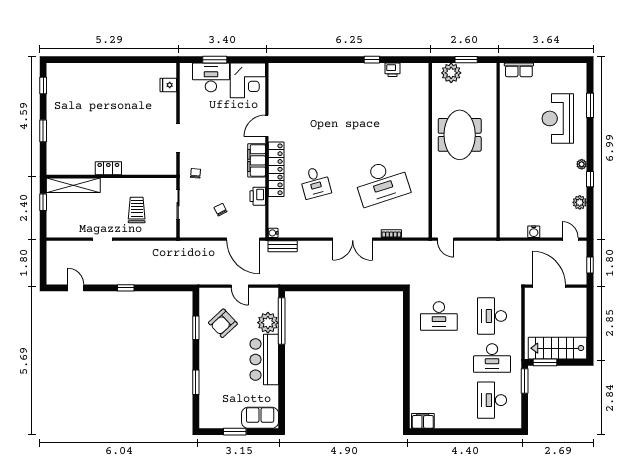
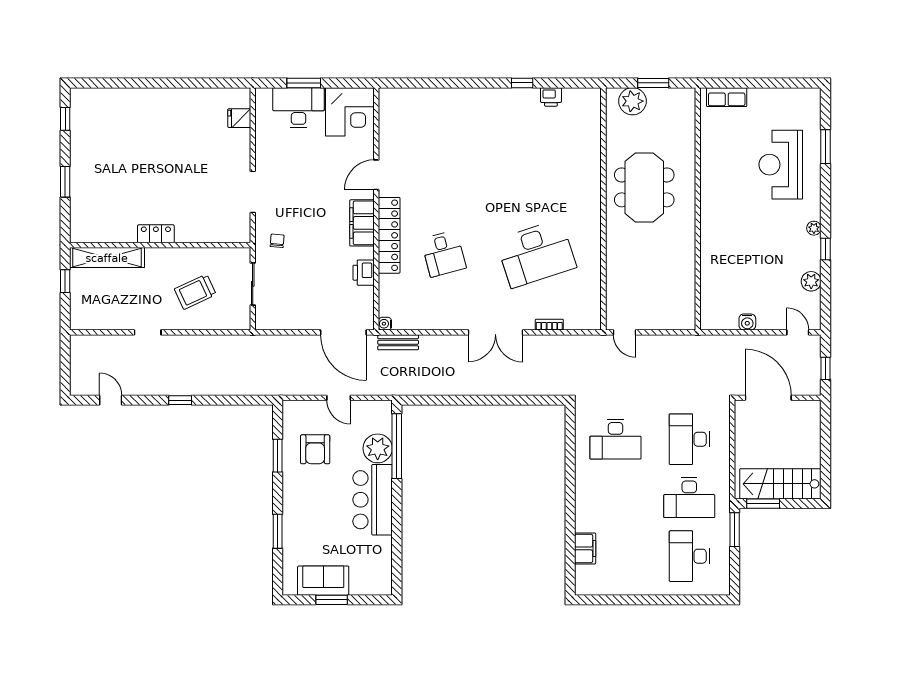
trolley: (137, 210) -> (195, 292), turned -115
chair: (220, 210) -> (312, 291), removed
armchair: (223, 323) -> (315, 449), turned -47
sofa: (260, 418) -> (323, 581), moved
filing cabinet: (423, 421) -> (585, 548), moved, turned 90

